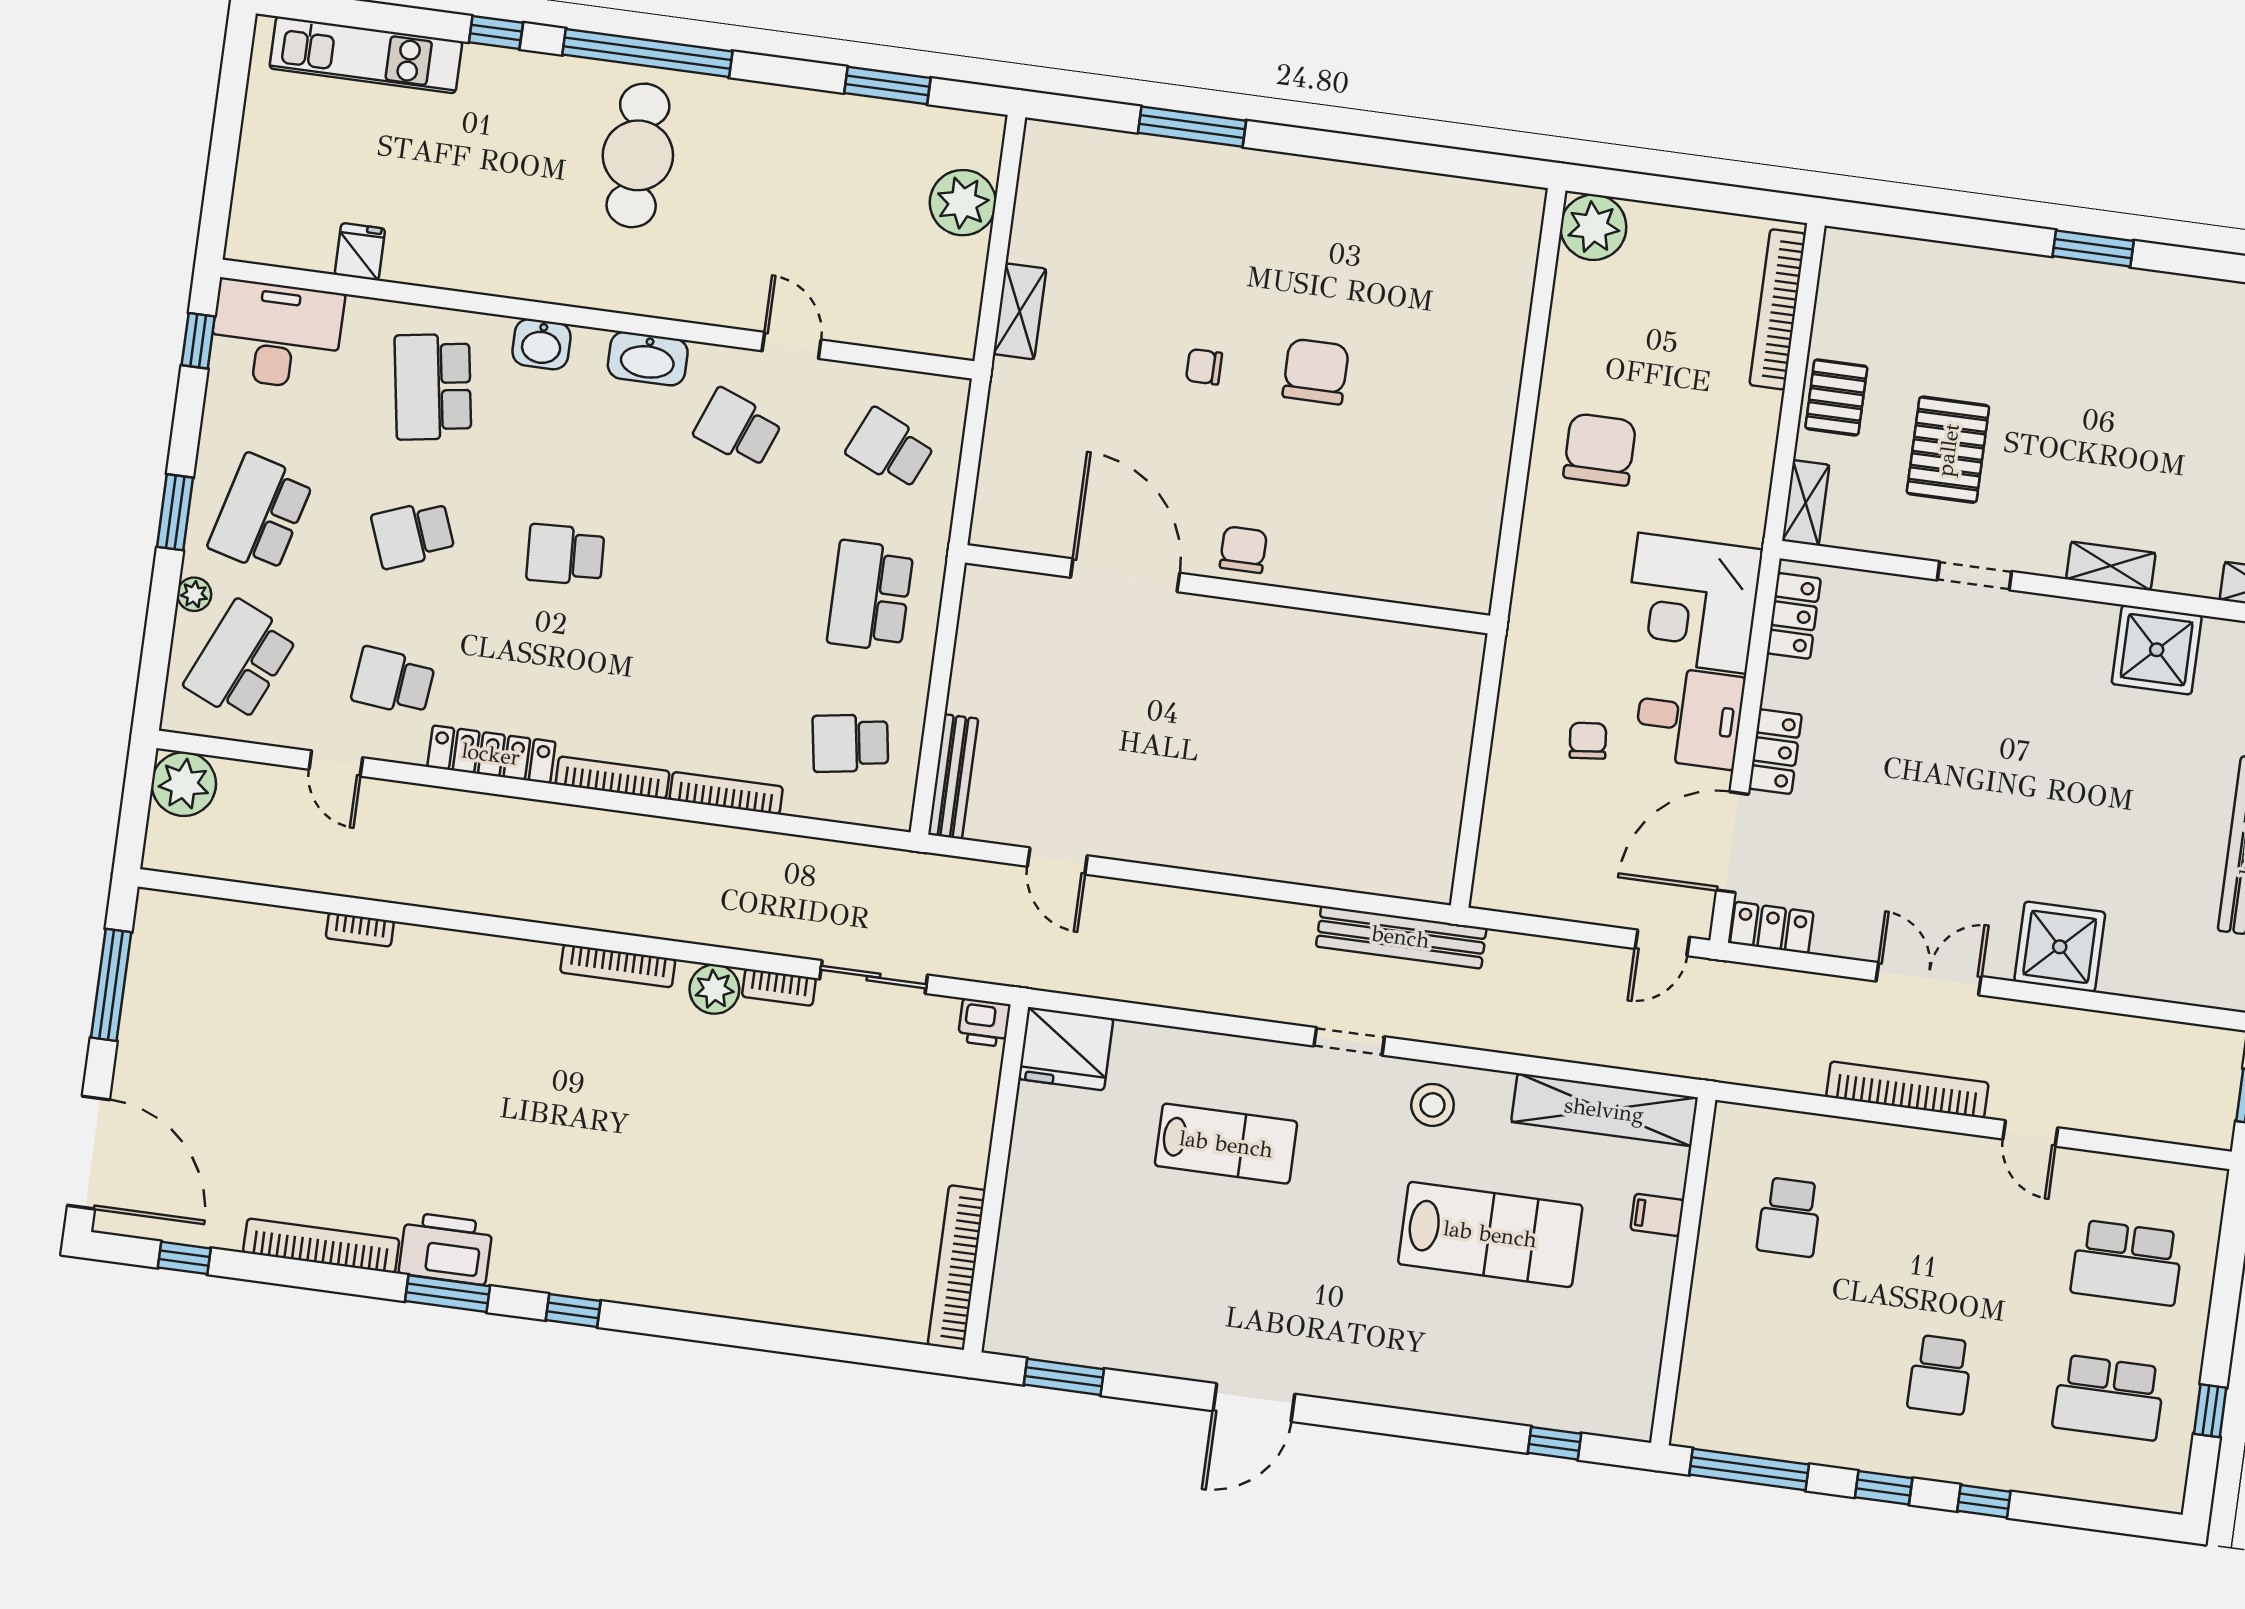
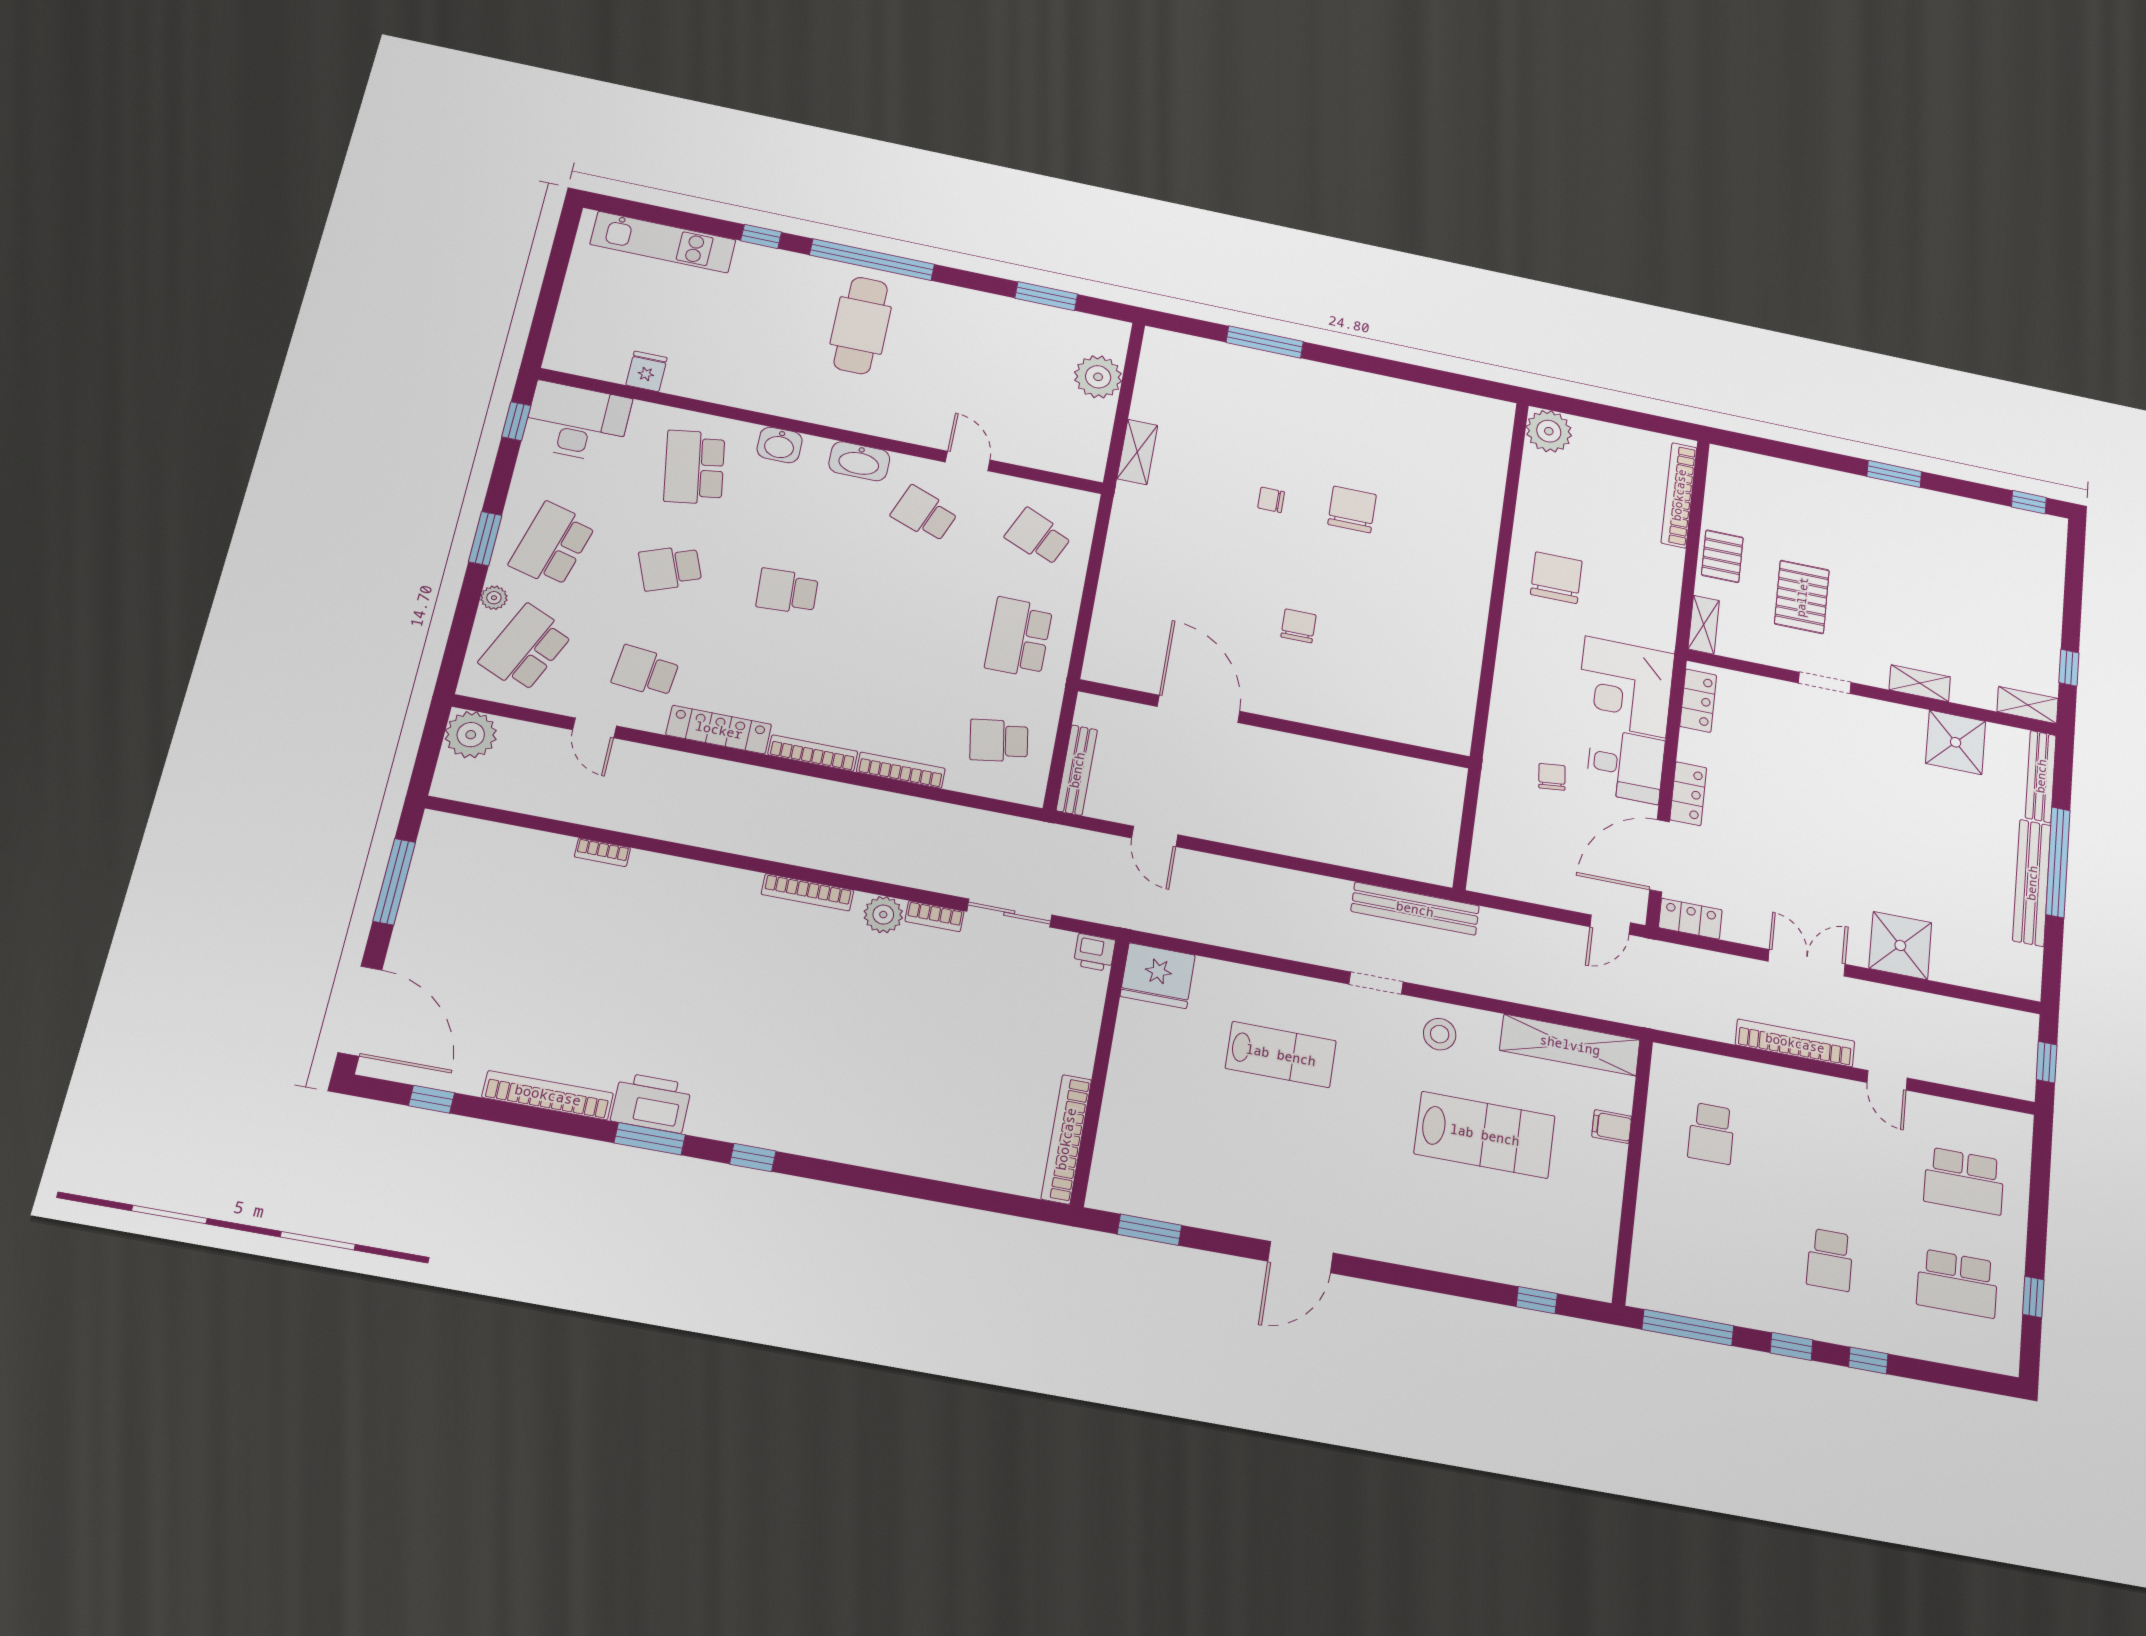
door: (1125, 575) -> (1199, 709), moved
wall: (1228, 589) -> (1275, 724), moved

